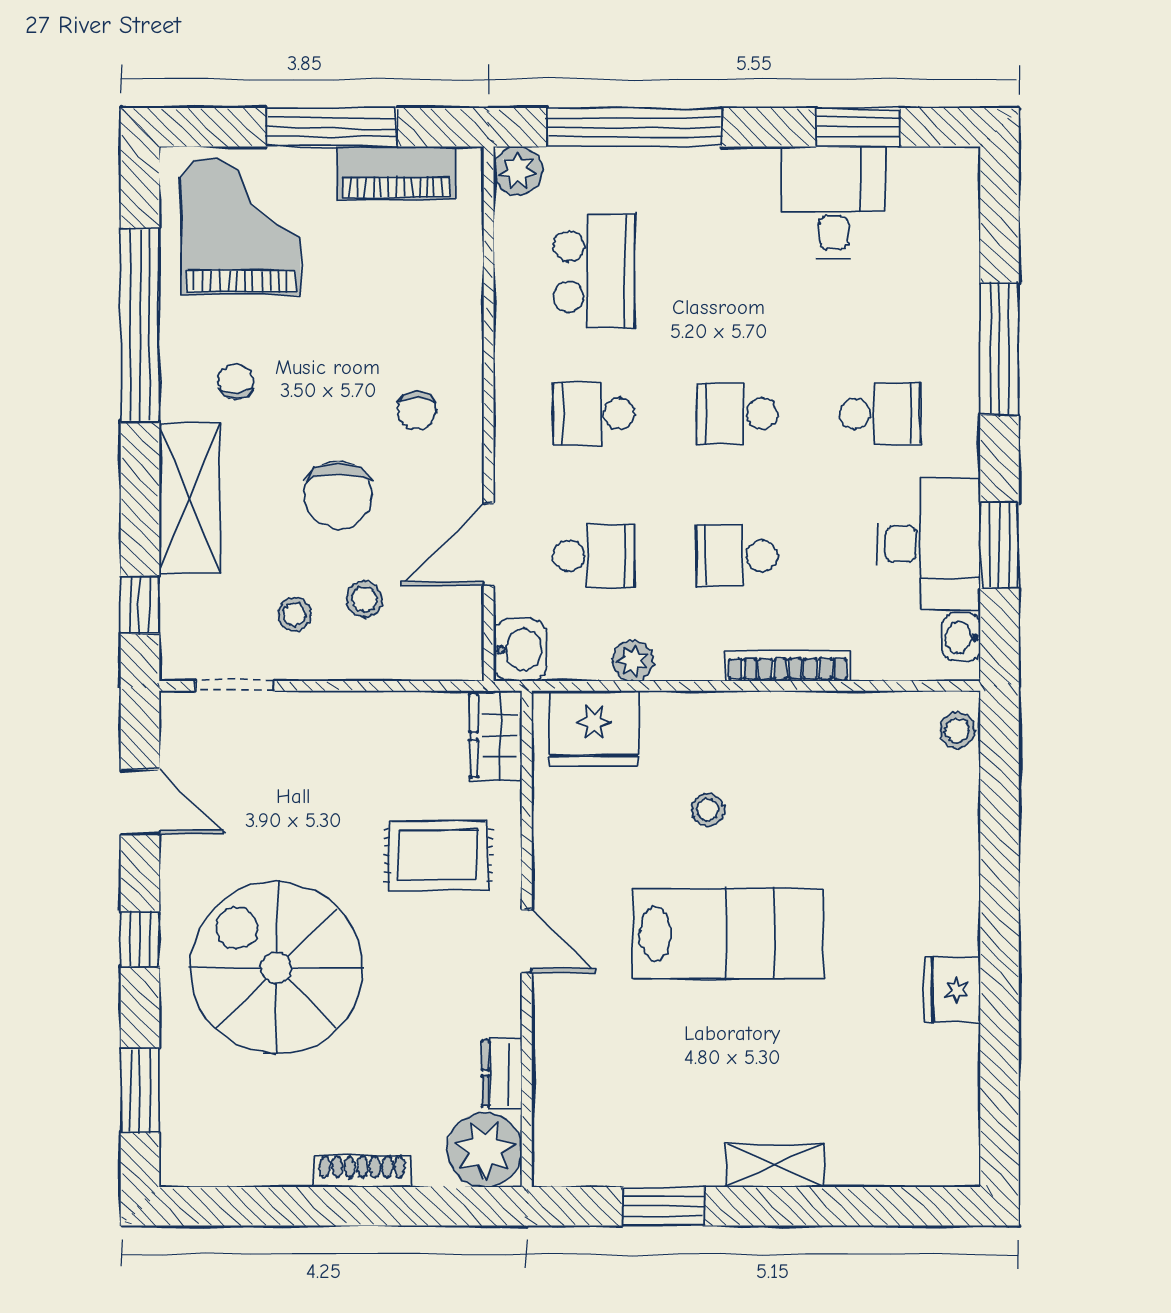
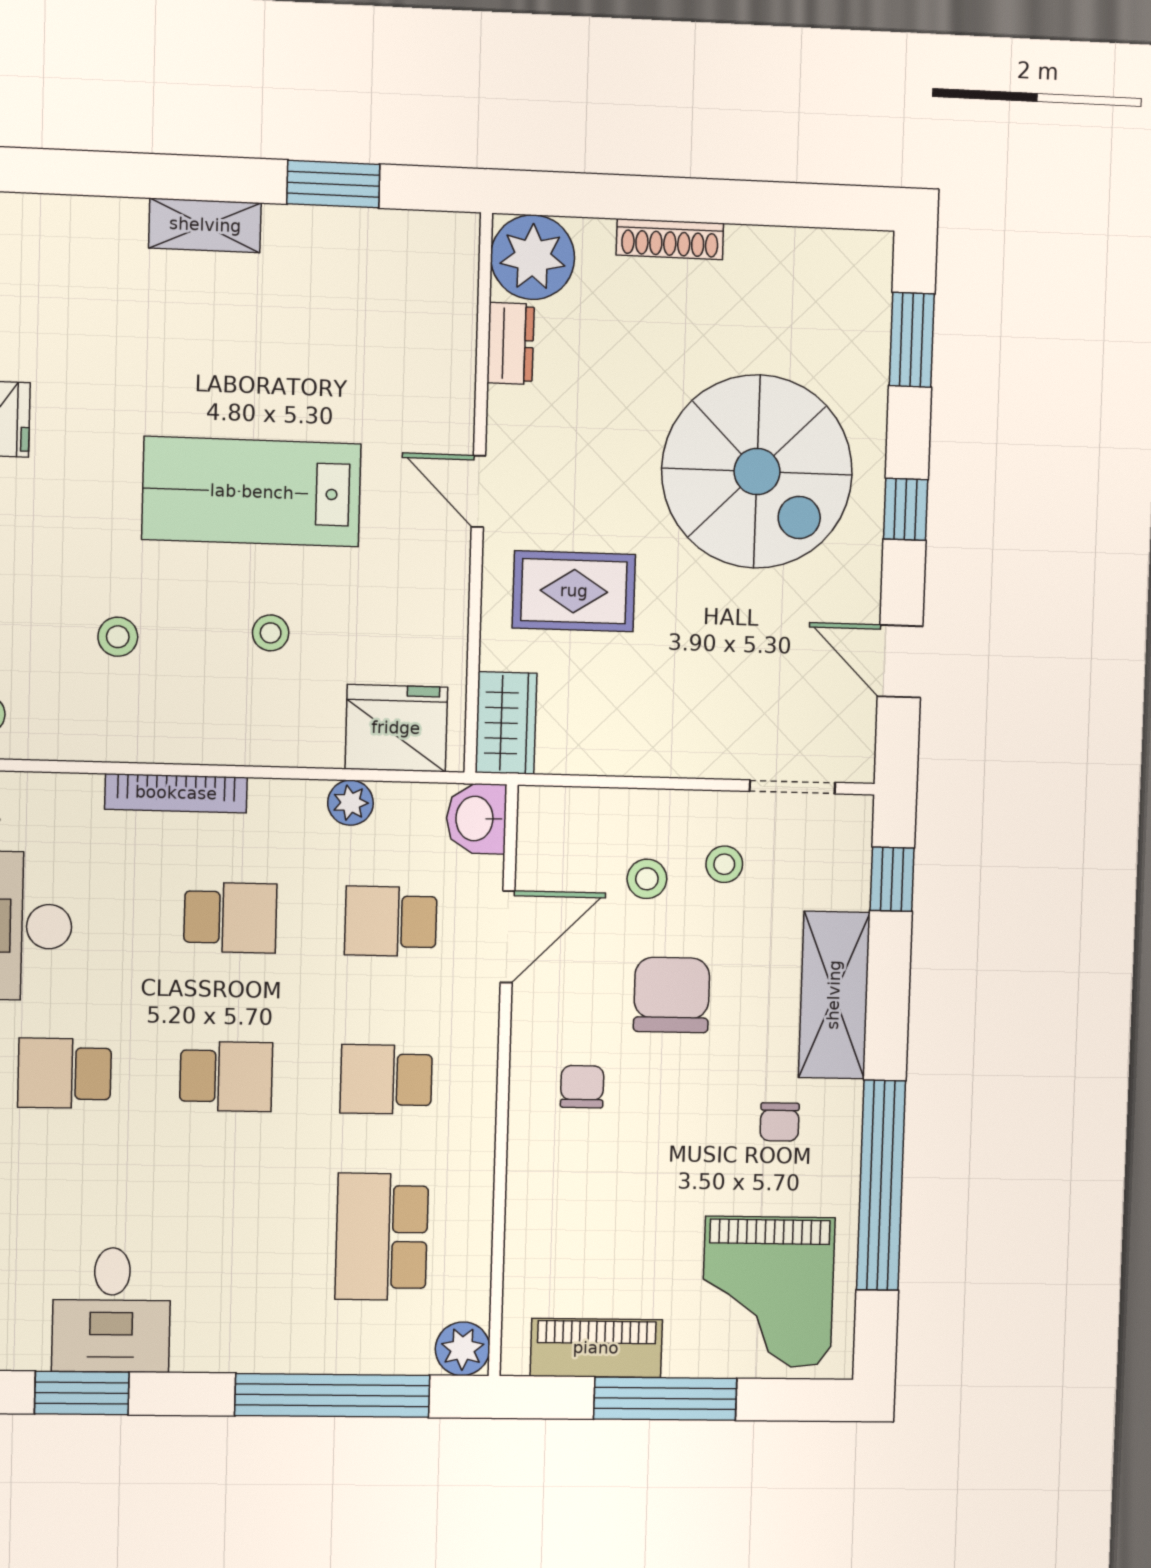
school desk: (594, 414) -> (386, 1079), turned 180
stool: (842, 802) -> (118, 637), added

